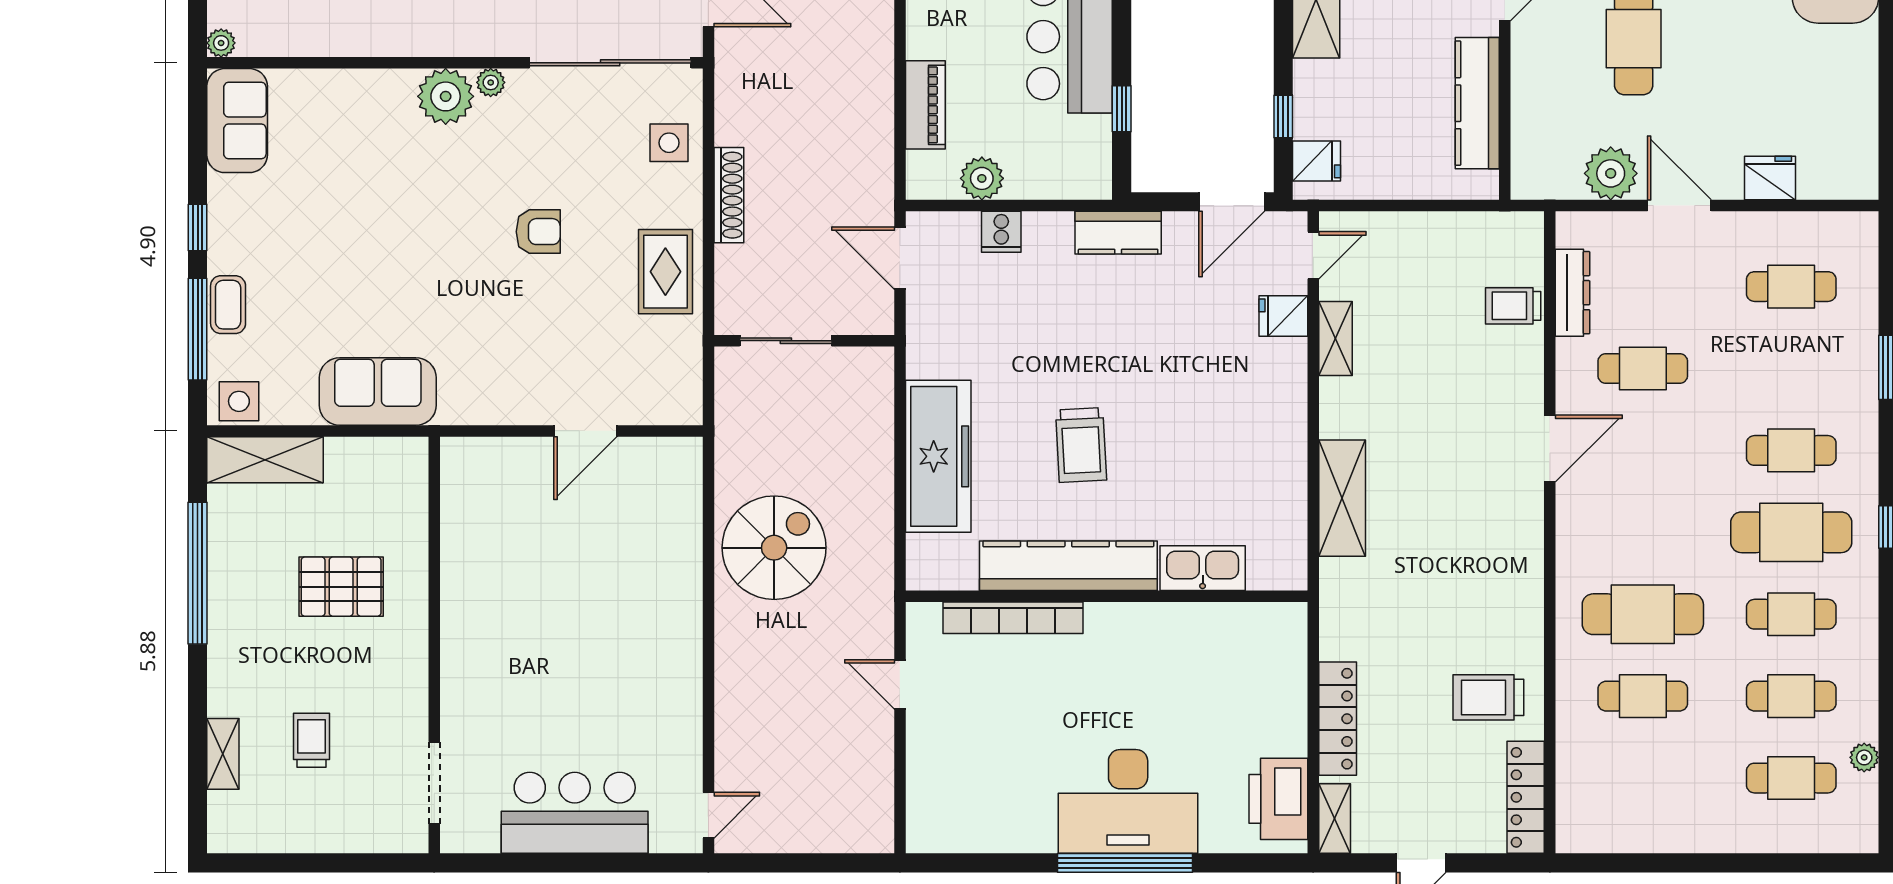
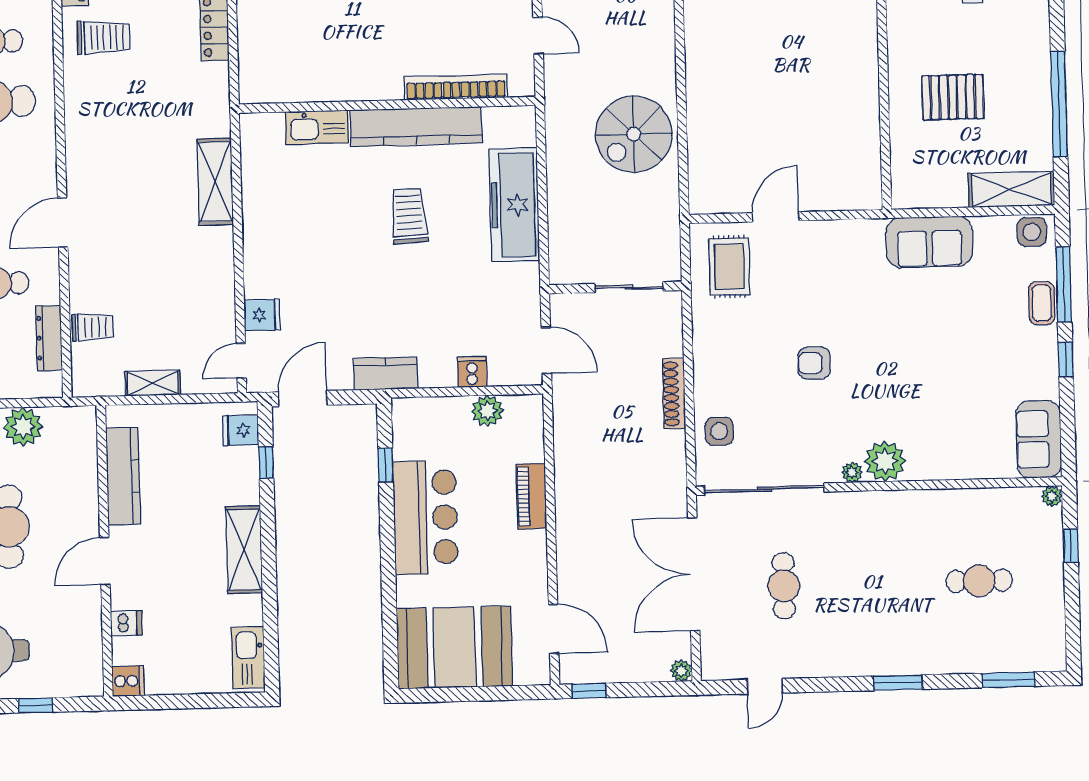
piano: (925, 105) -> (531, 496), moved
rug: (665, 272) -> (729, 267), moved
shelving: (1336, 339) -> (153, 383), moved, turned 90

